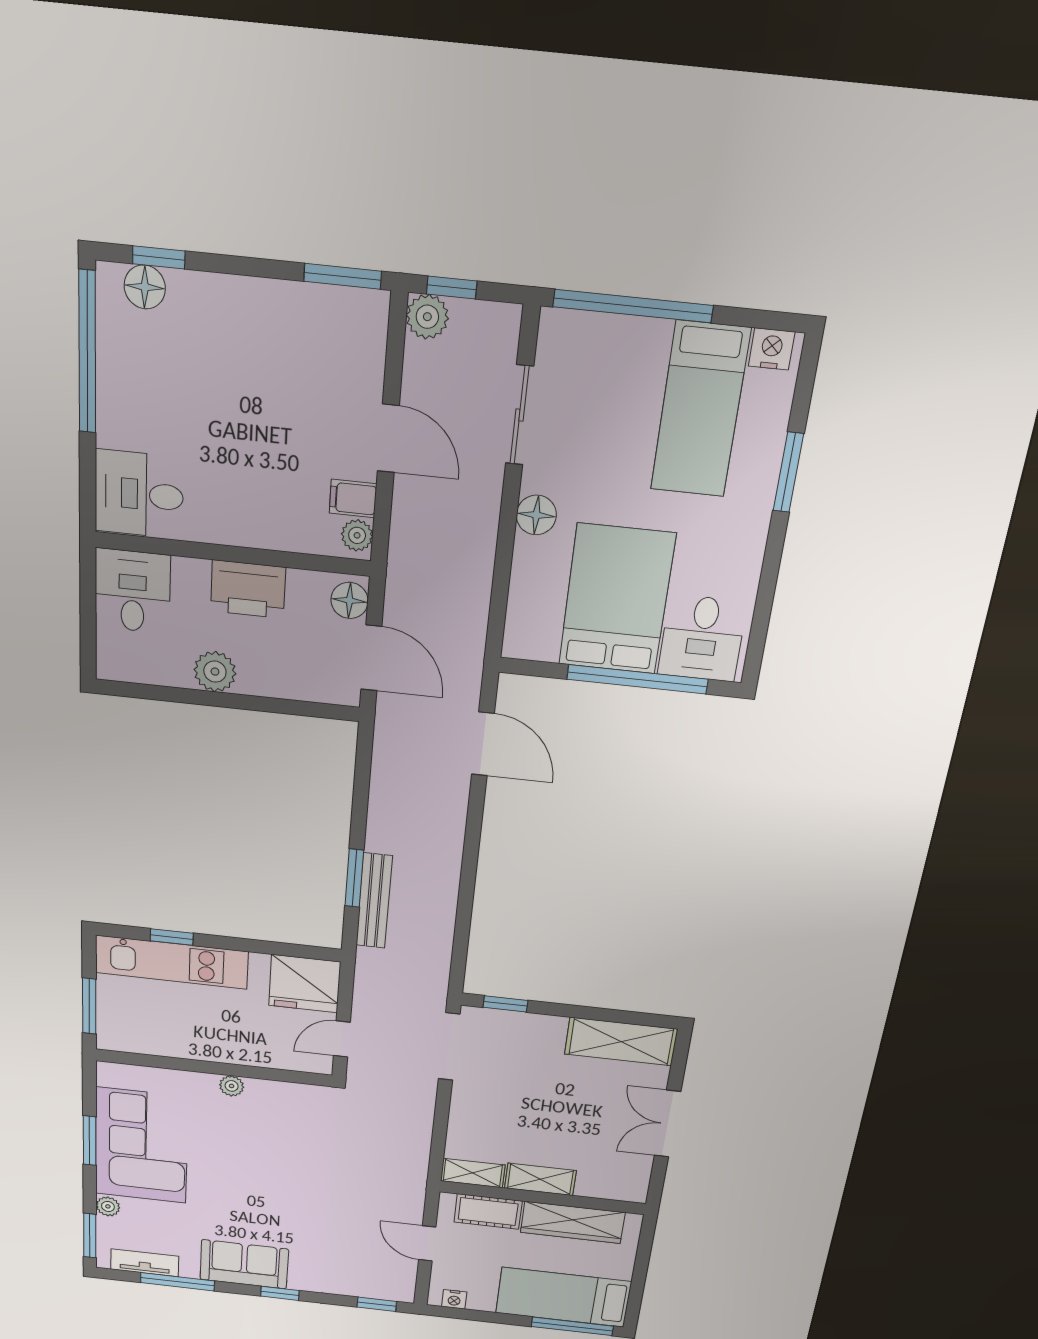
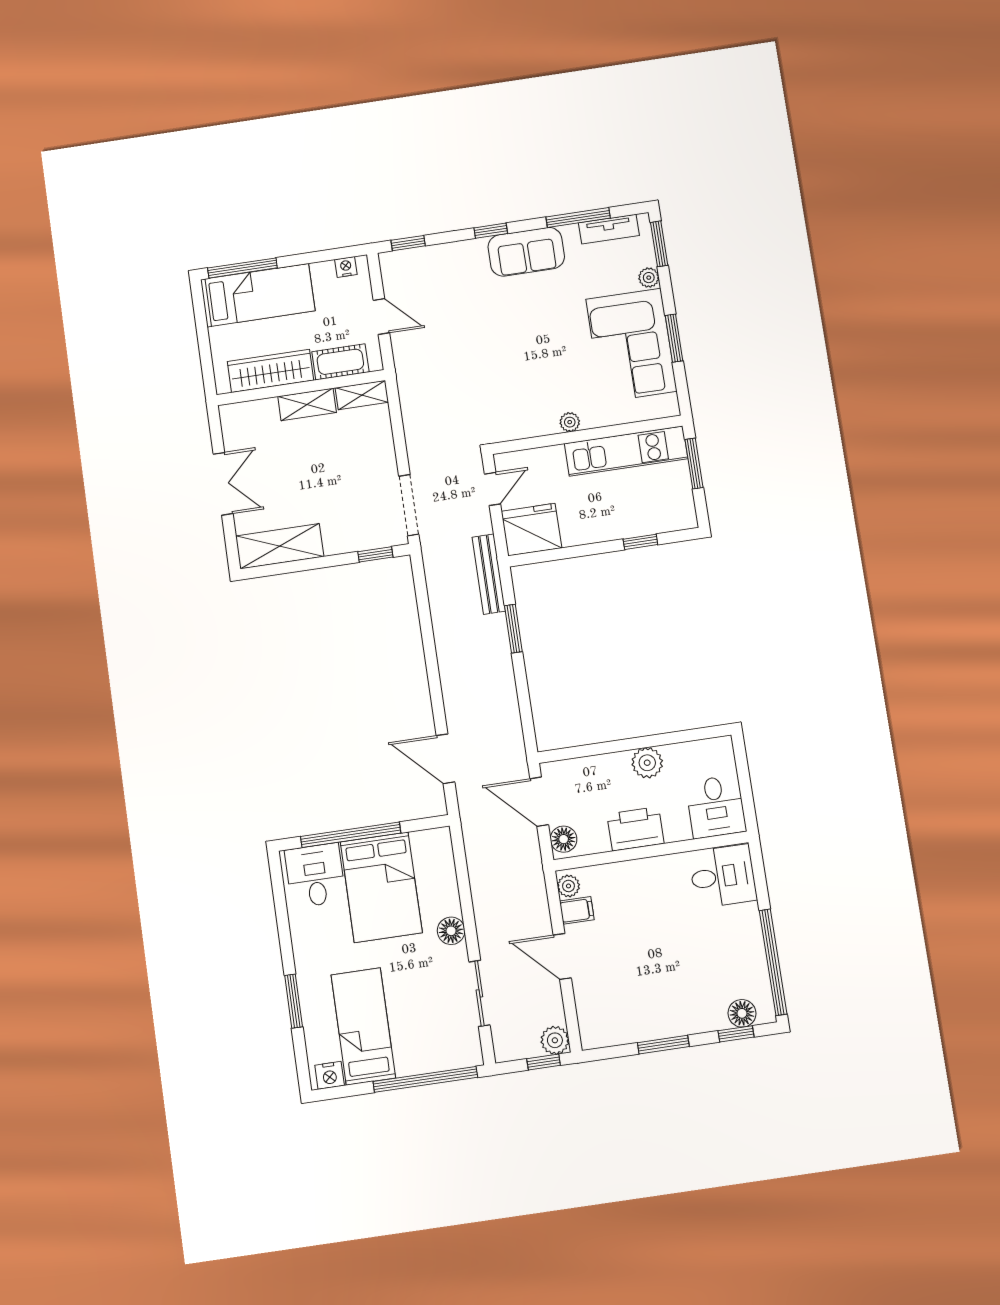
window: (343, 276) -> (663, 1045), moved
bench: (374, 901) -> (489, 574), moved
kitchen unit: (172, 962) -> (626, 451), moved, turned 180

